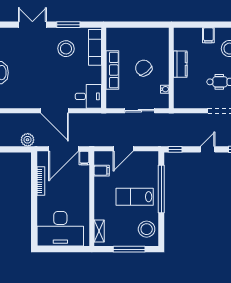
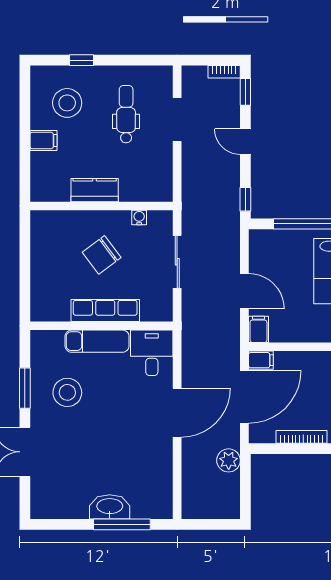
exam couch: (95, 47) -> (97, 341), moved
door: (63, 149) -> (244, 397), hinge flipped
filing cabinet: (102, 171) -> (258, 329), moved

